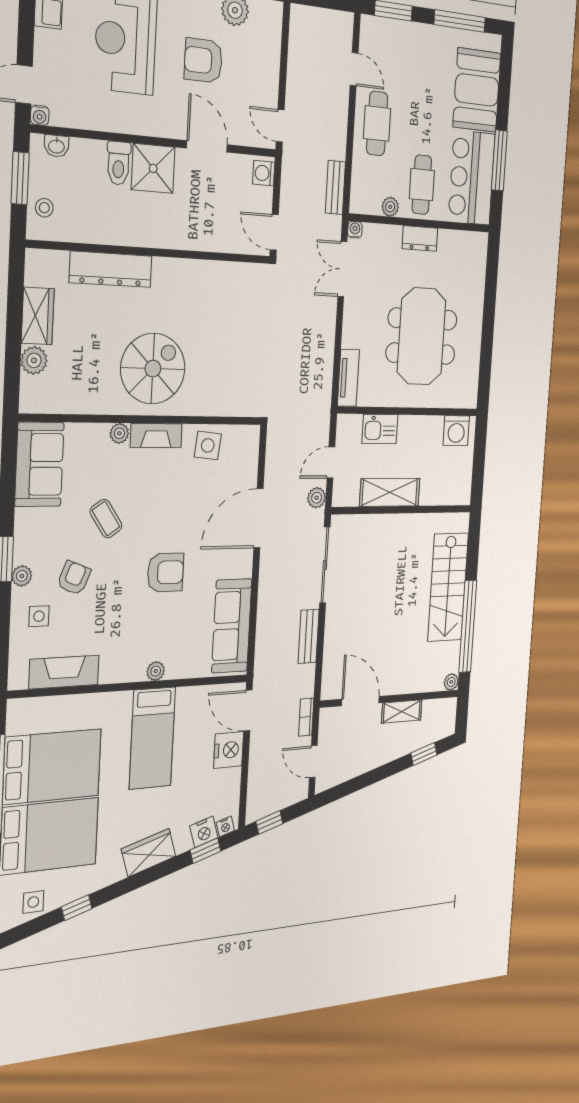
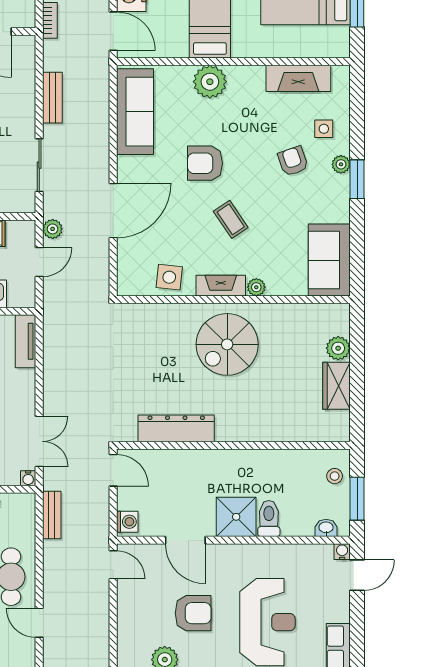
dresser: (111, 269) -> (176, 428), moved
coffee table: (106, 519) -> (231, 219), moved
sliding door: (325, 565) -> (39, 165), width x0.73
armchair: (74, 578) -> (293, 161), turned 139
plant: (156, 671) -> (210, 82), width x1.87, depth x1.87

